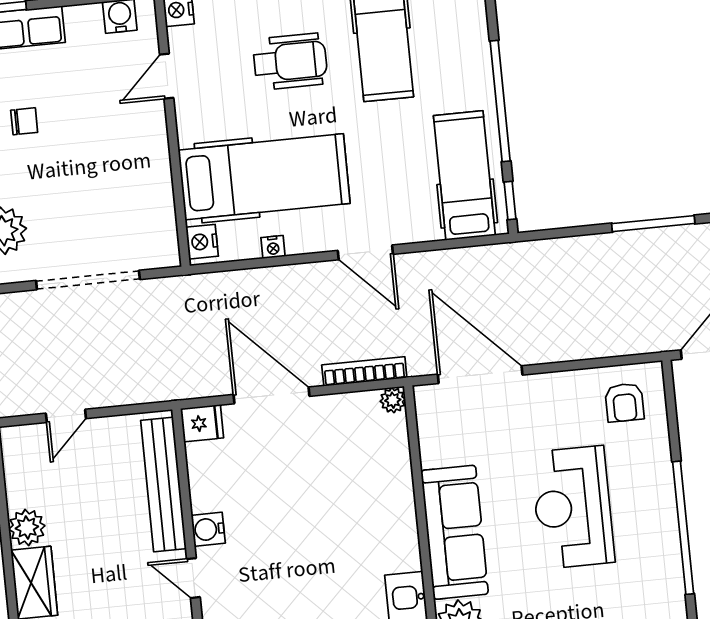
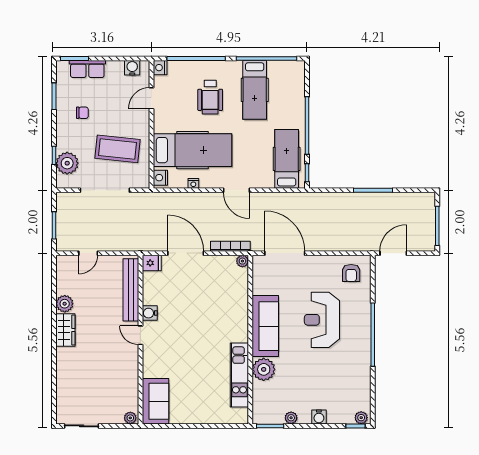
wheelchair: (290, 61) -> (210, 97), turned 90
coffee table: (106, 190) -> (118, 149), added

